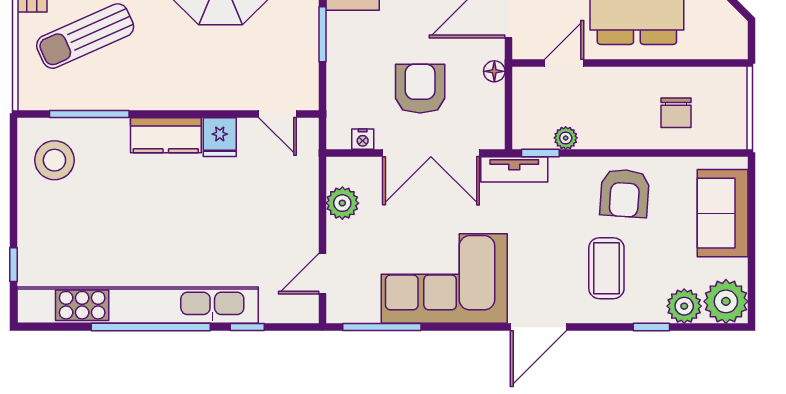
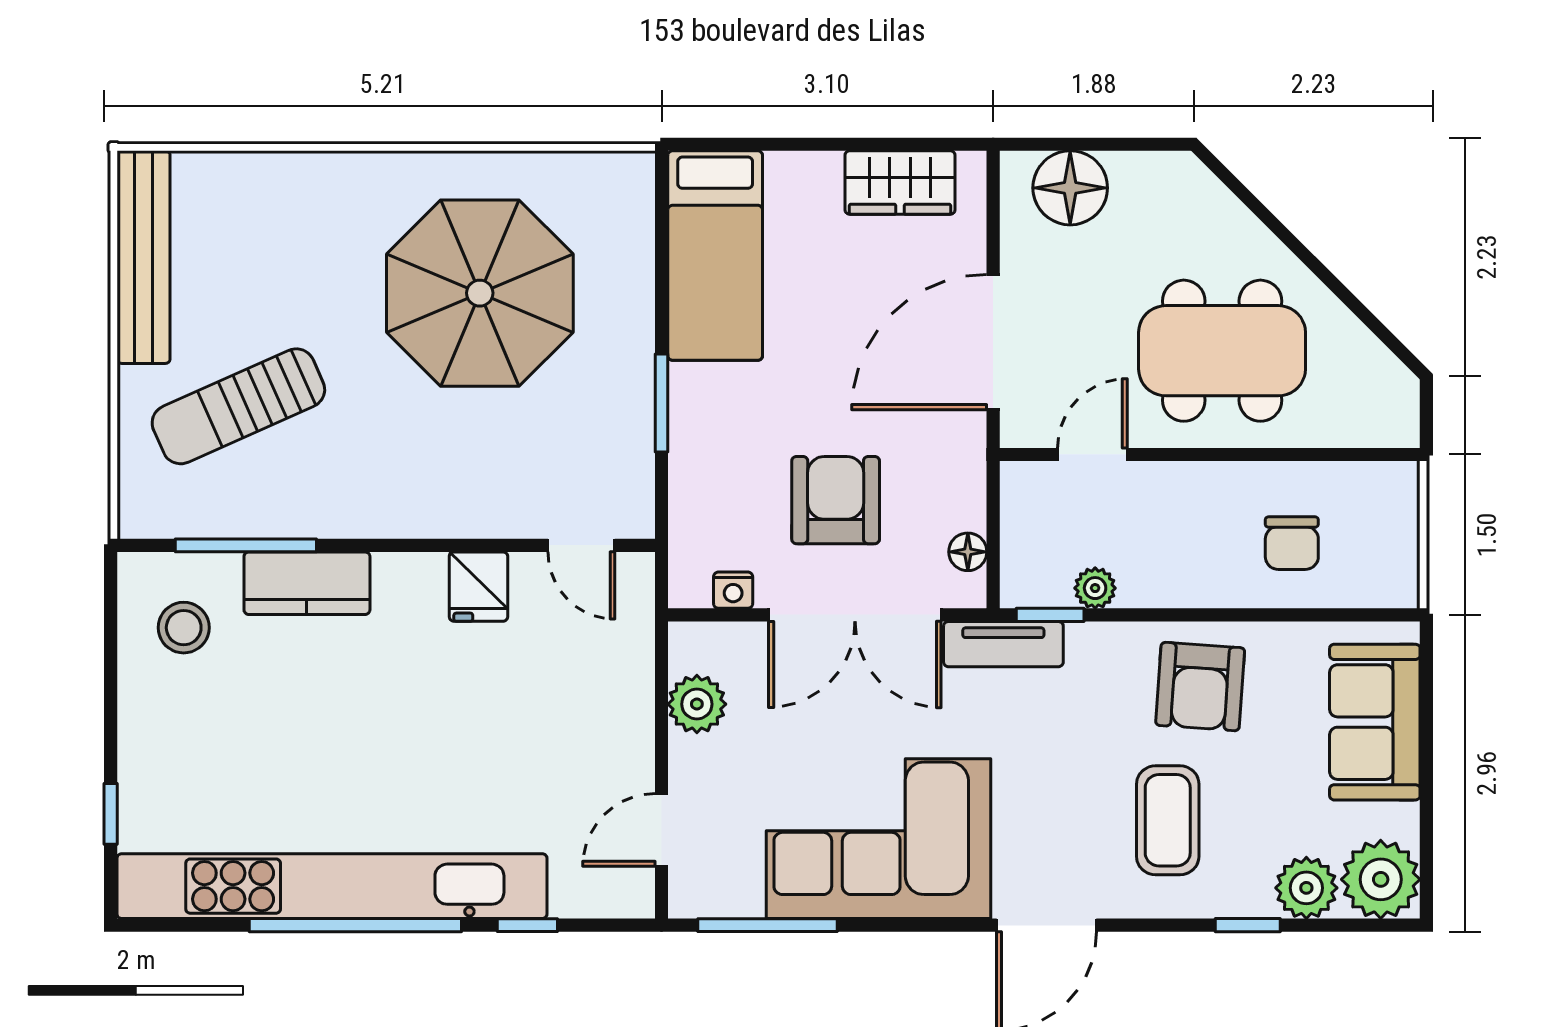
floor lamp: (494, 71) -> (968, 552), moved
kitchen counter: (166, 135) -> (307, 583), moved
stool: (54, 160) -> (184, 628), width x0.73, depth x0.73

